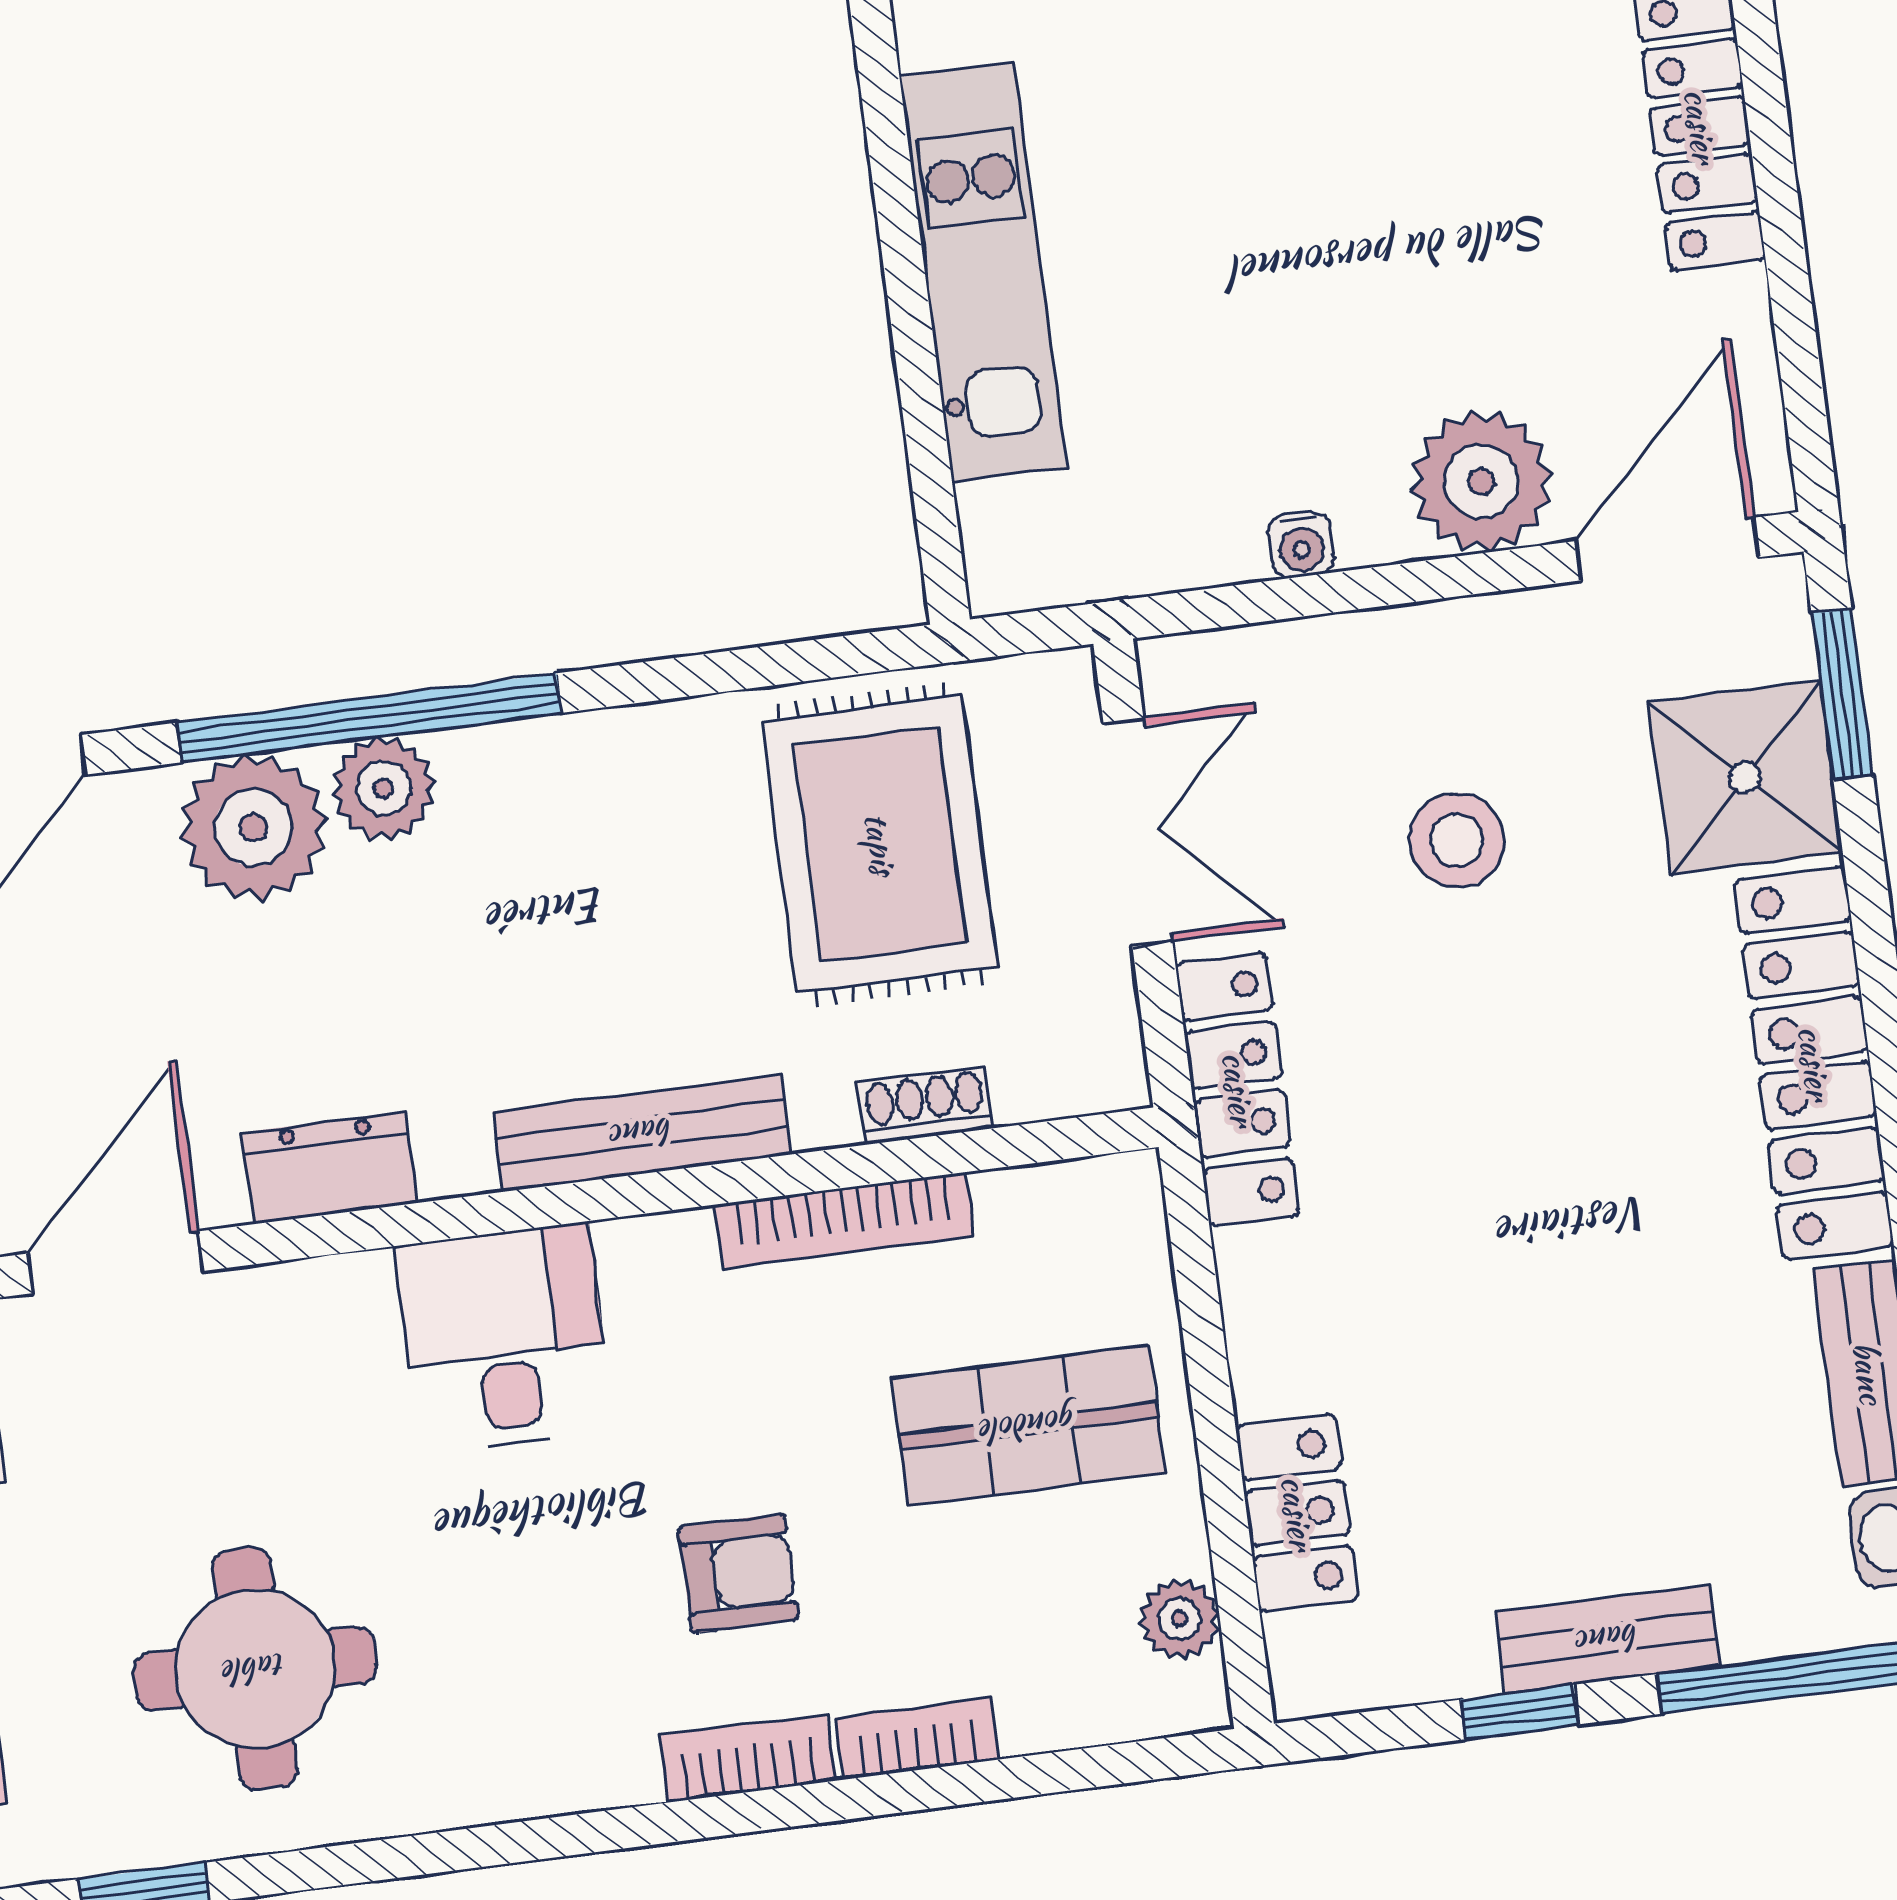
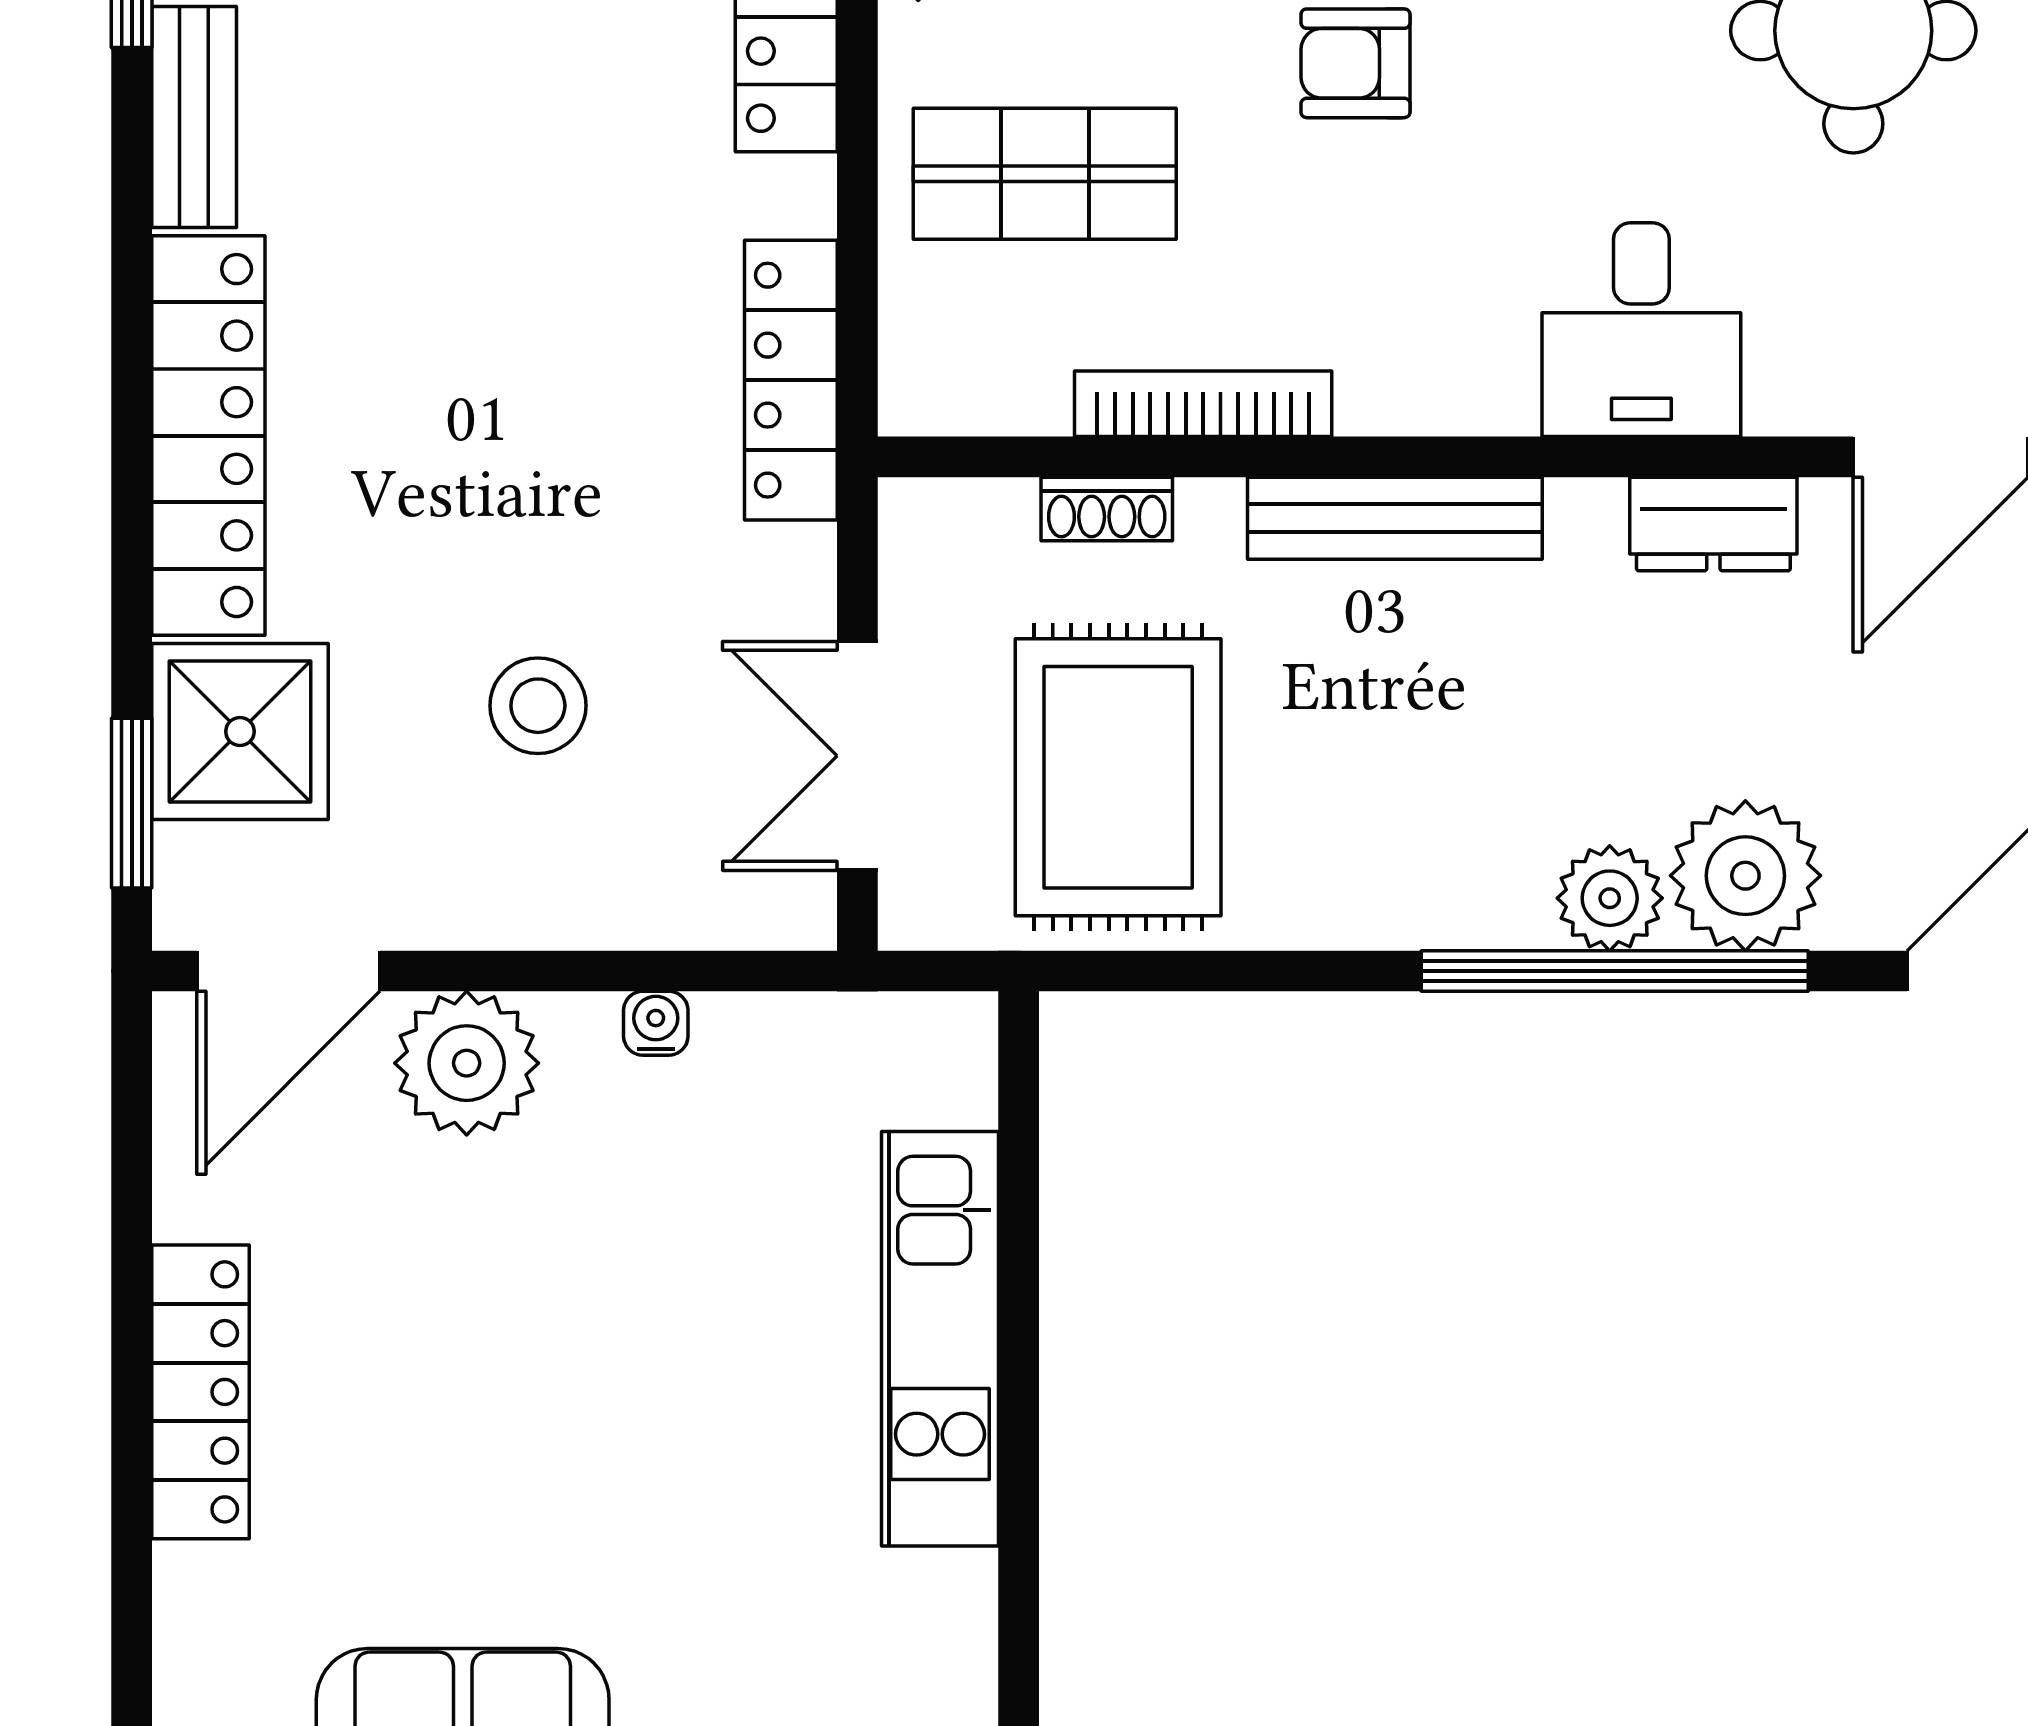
locker: (1238, 1089) -> (791, 380), moved
desk: (505, 1338) -> (1641, 330), moved

